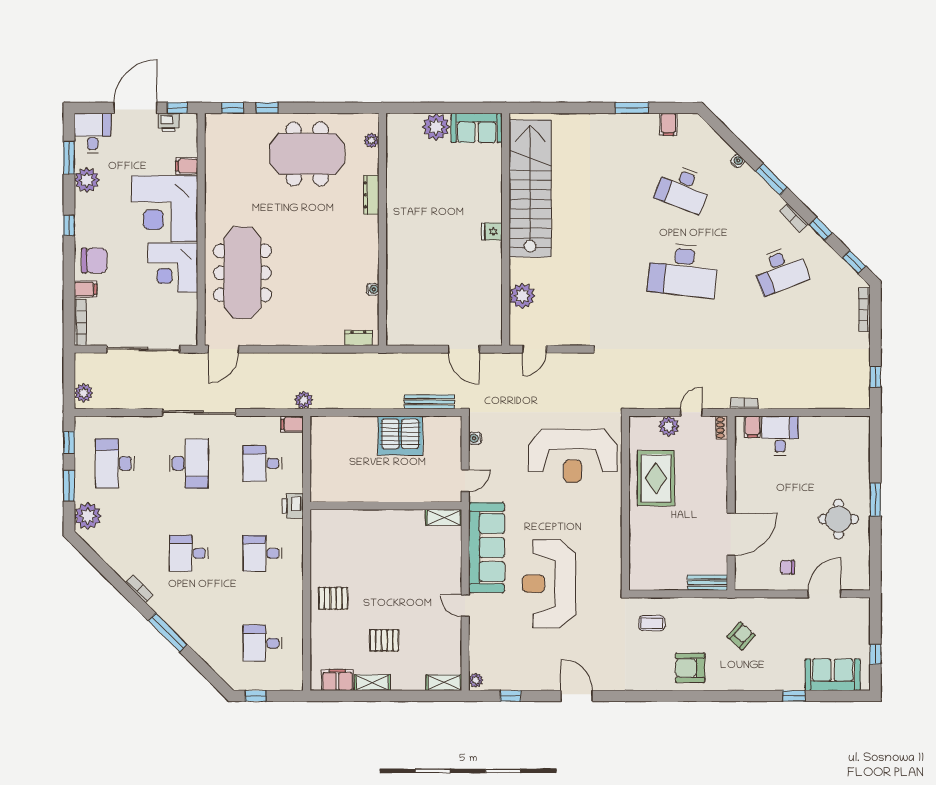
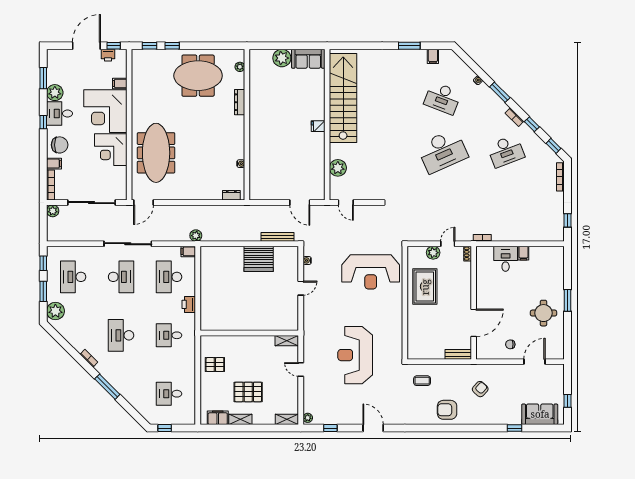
desk: (93, 133) -> (60, 114), moved, turned -90
desk: (683, 270) -> (443, 151), turned -30
door: (534, 349) -> (346, 203), hinge flipped
plant: (84, 393) -> (53, 211), moved
filing cabinet: (753, 427) -> (523, 253), moved
desk: (262, 463) -> (169, 277), width x1.37
wall: (386, 506) -> (249, 333), moved
shelving: (444, 517) -> (287, 341), moved
sofa: (487, 548) -> (315, 332), removed
desk: (189, 553) -> (121, 335), width x1.37
pallet: (384, 640) -> (248, 392), width x1.50, depth x1.42

